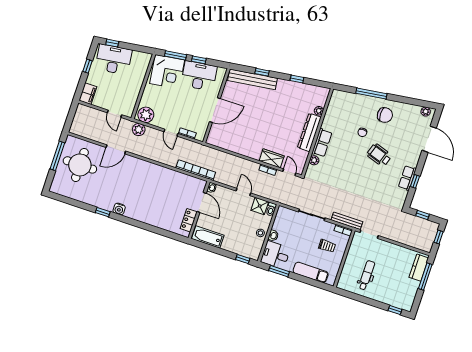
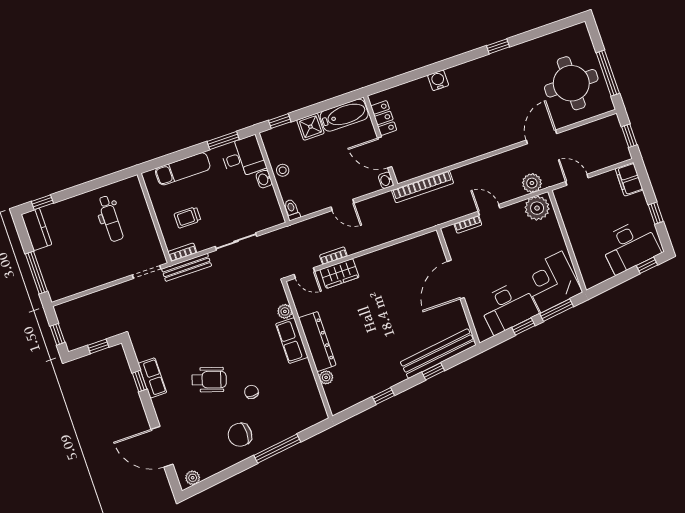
window: (71, 116) -> (629, 136), added
shower: (260, 206) -> (310, 127), moved
water cooler: (119, 209) -> (438, 80), moved
kitchen counter: (419, 268) -> (36, 229), moved

